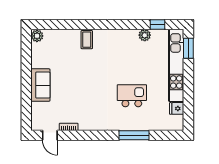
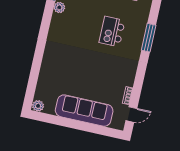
coffee table: (87, 40) -> (52, 61), removed
sofa: (40, 85) -> (84, 111), width x1.85, depth x1.27

